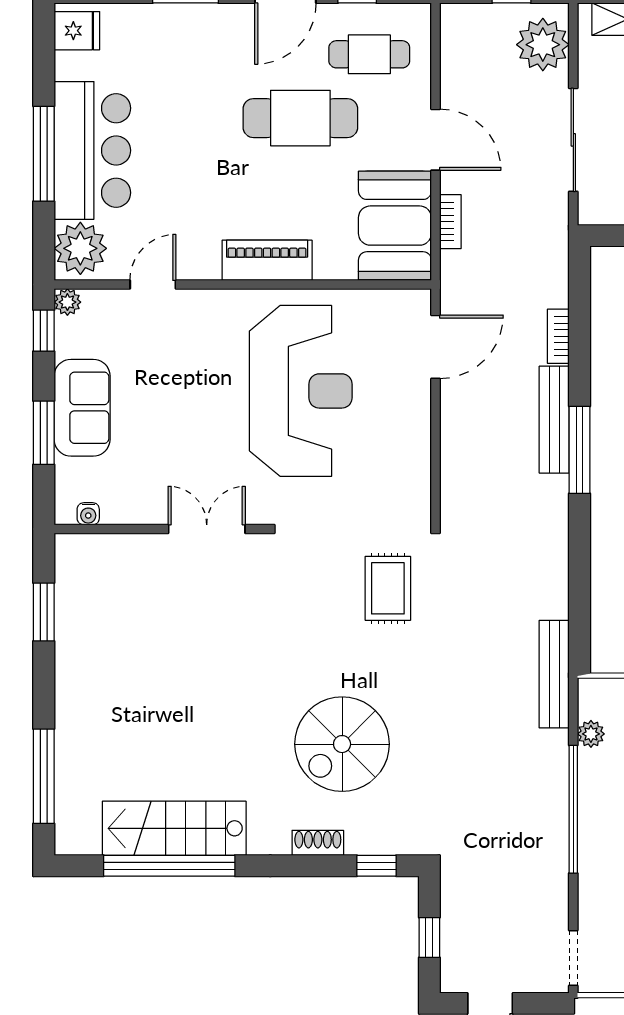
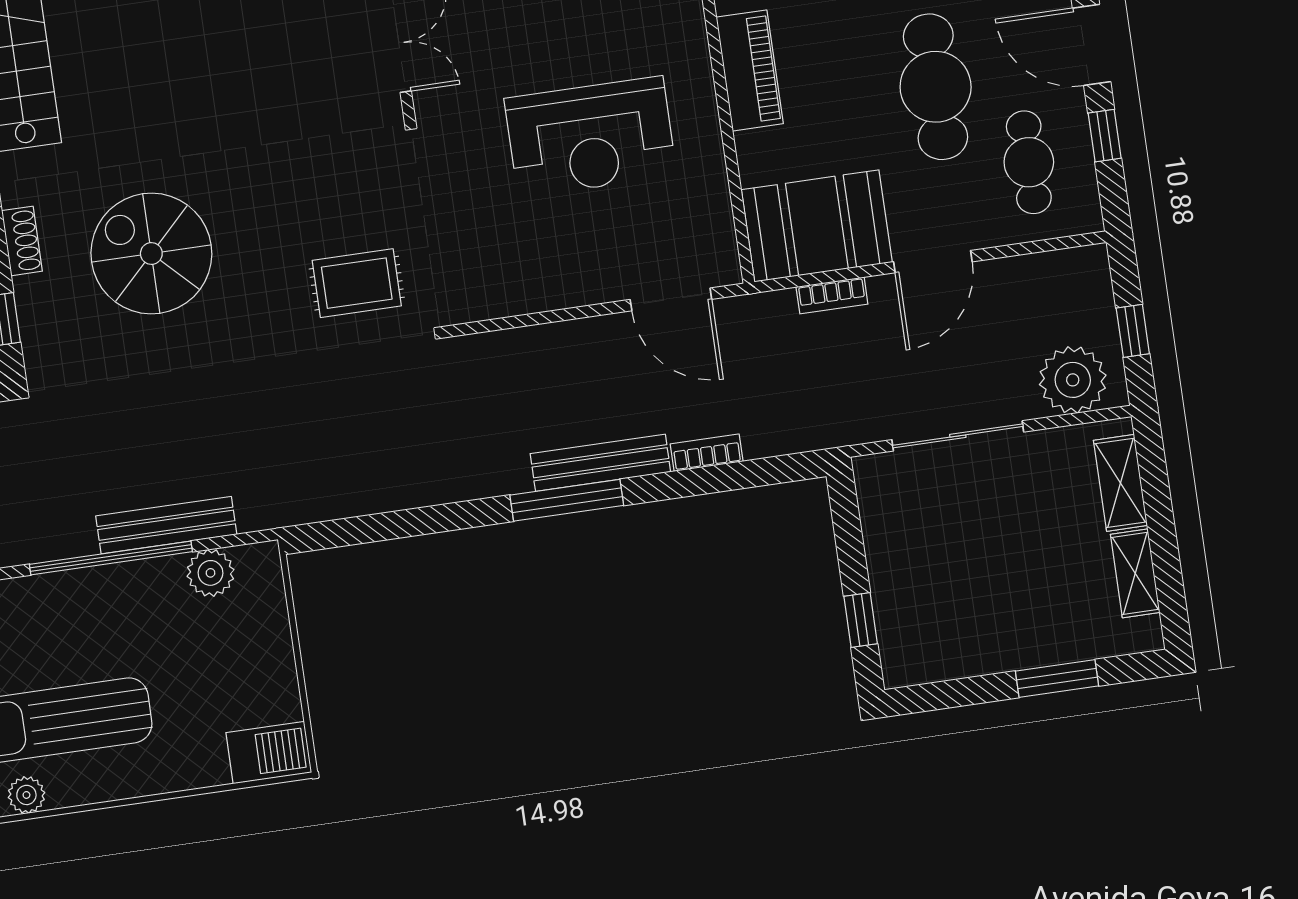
reception desk: (301, 391) -> (590, 137), width x0.74, depth x0.77
bench: (554, 674) -> (166, 525), moved
plant: (591, 734) -> (211, 573), width x1.38, depth x1.38

